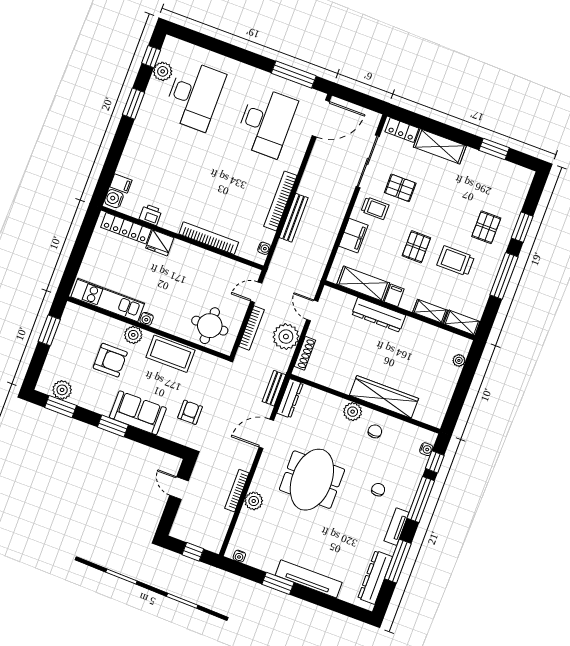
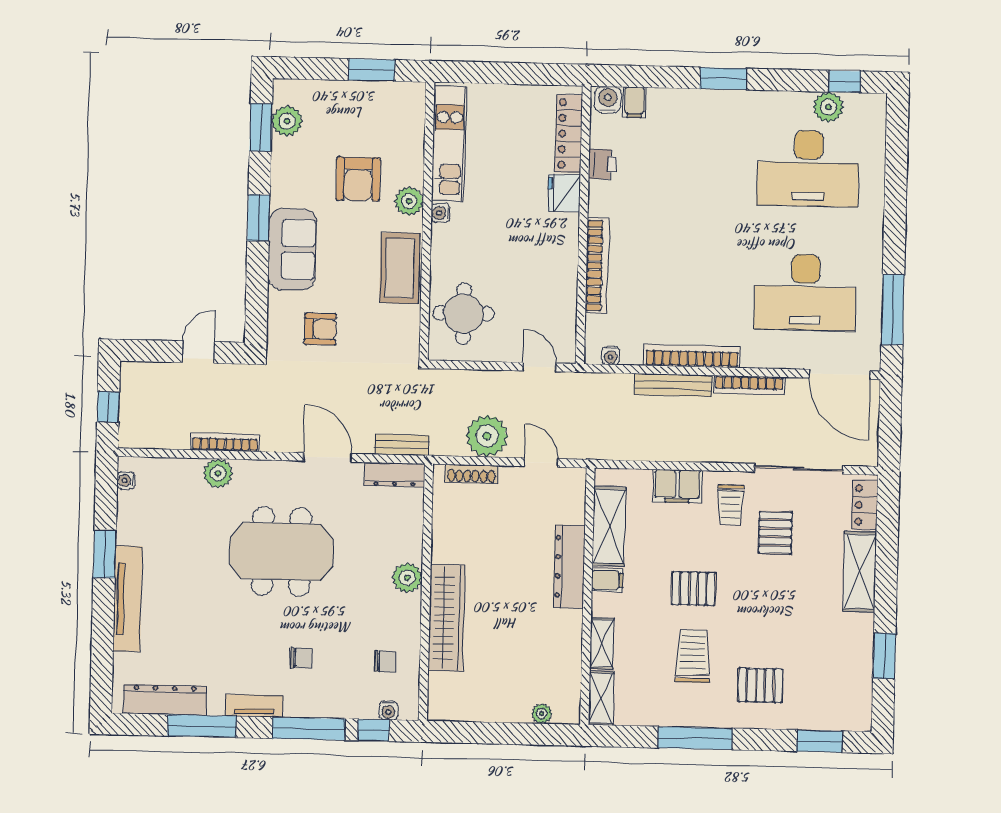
window: (134, 104) -> (723, 79), moved
window: (522, 227) -> (819, 741), moved
door: (312, 310) -> (541, 463), hinge flipped
bookcase: (251, 328) -> (749, 385), moved
chair: (375, 431) -> (385, 661), moved

